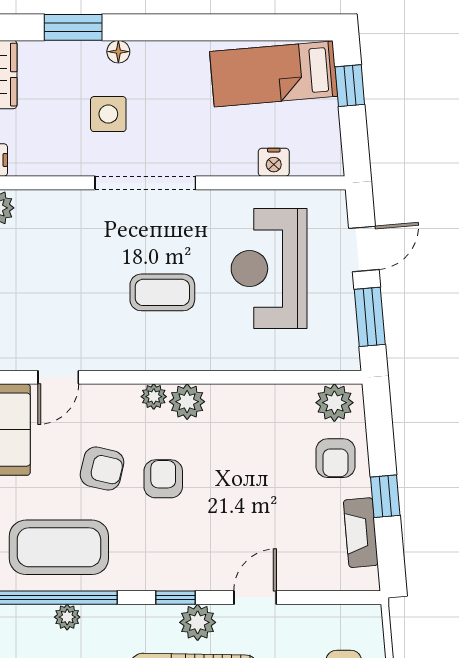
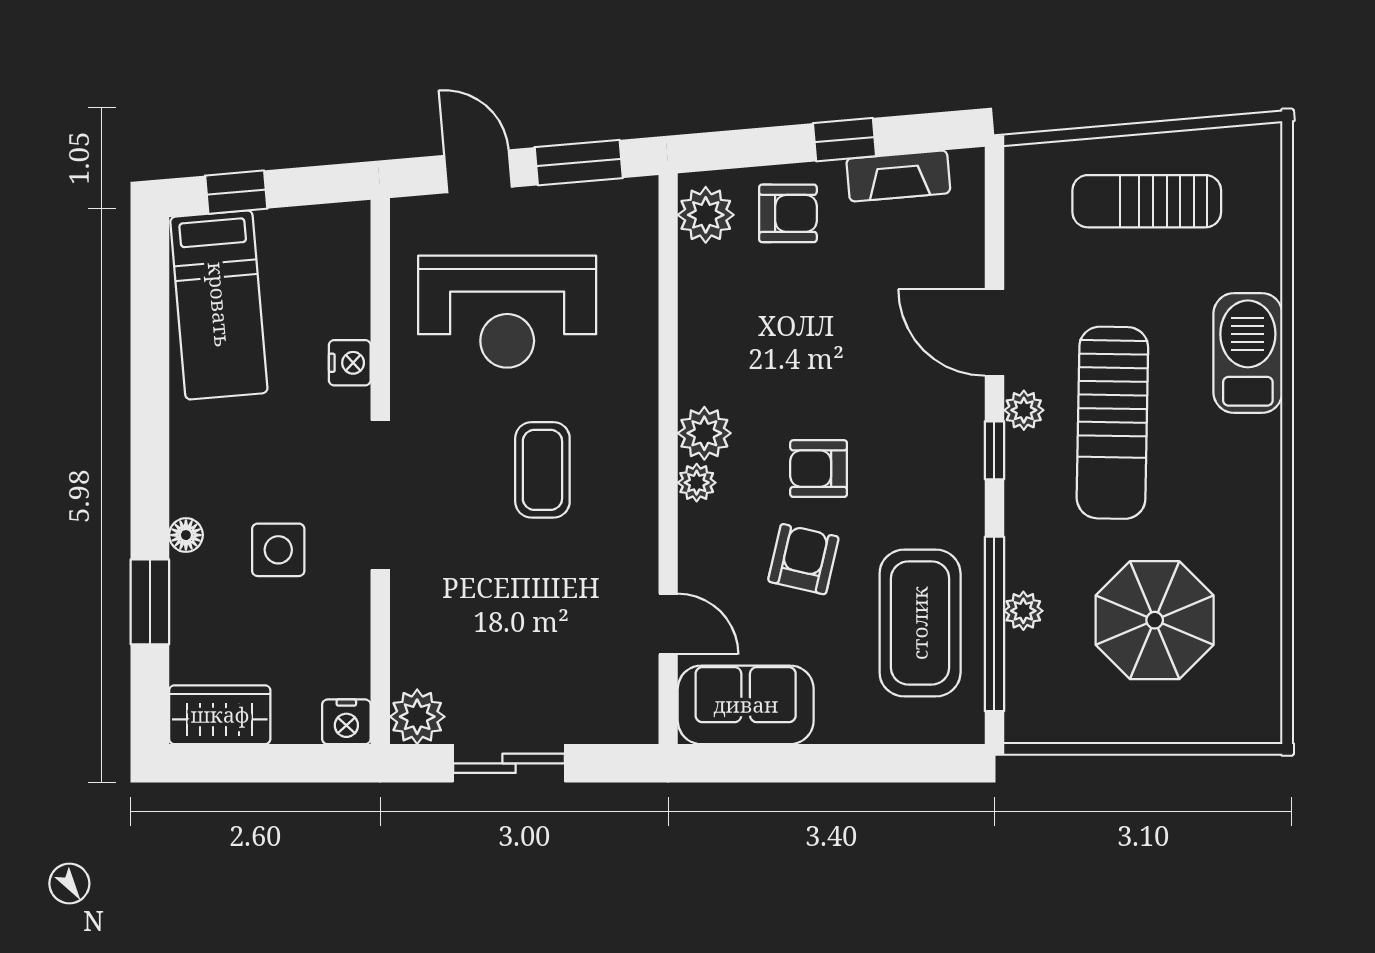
nightstand: (274, 162) -> (350, 363), moved
door: (255, 598) -> (994, 332), width x1.38
plant: (198, 622) -> (1024, 410), width x0.73, depth x0.73

